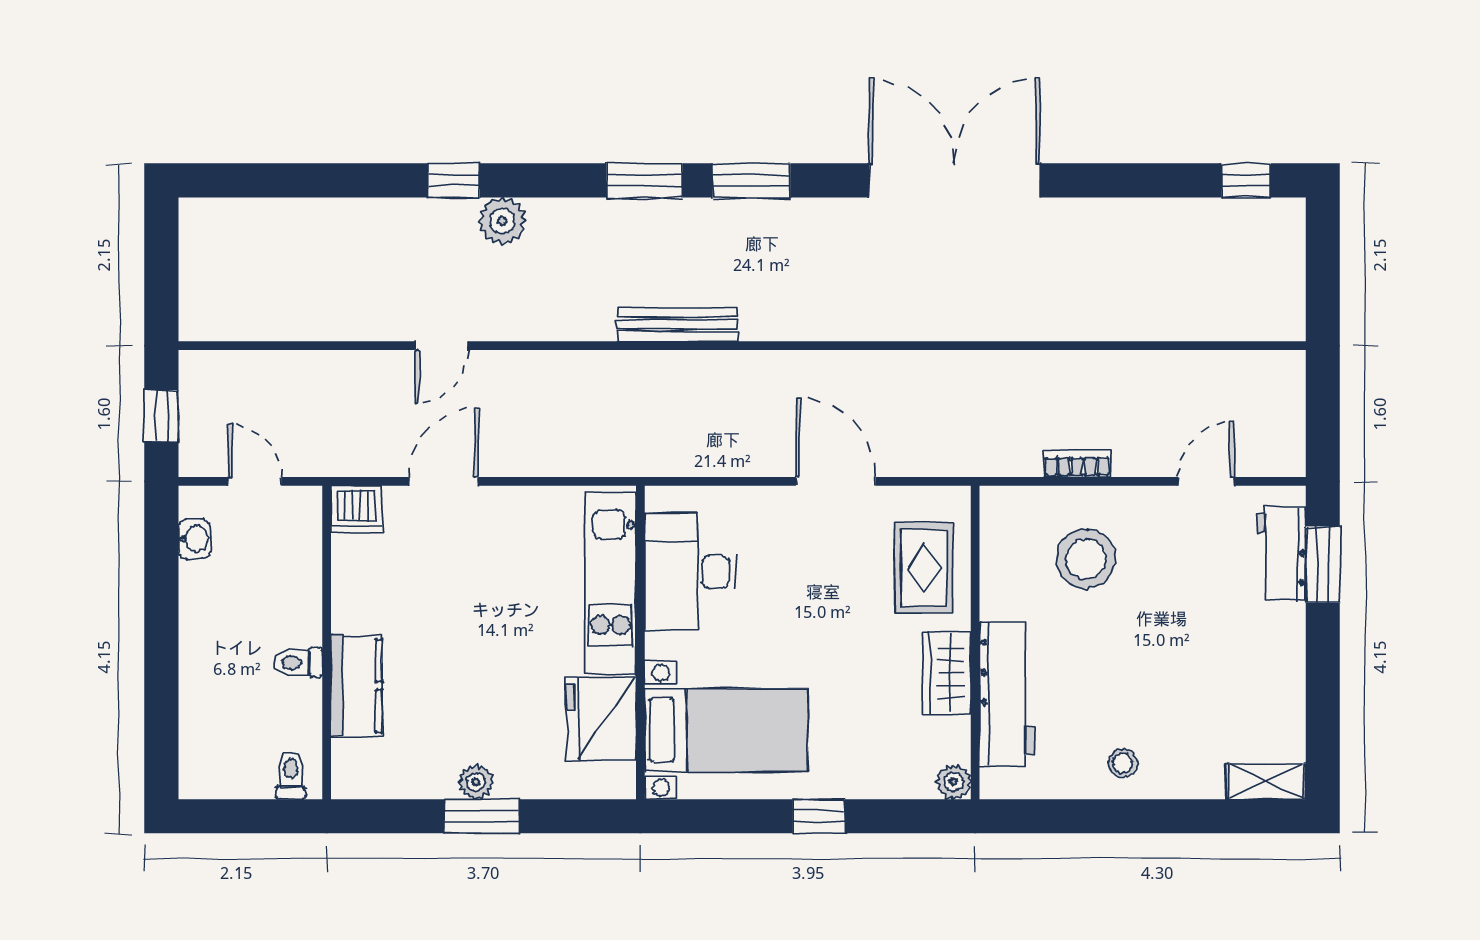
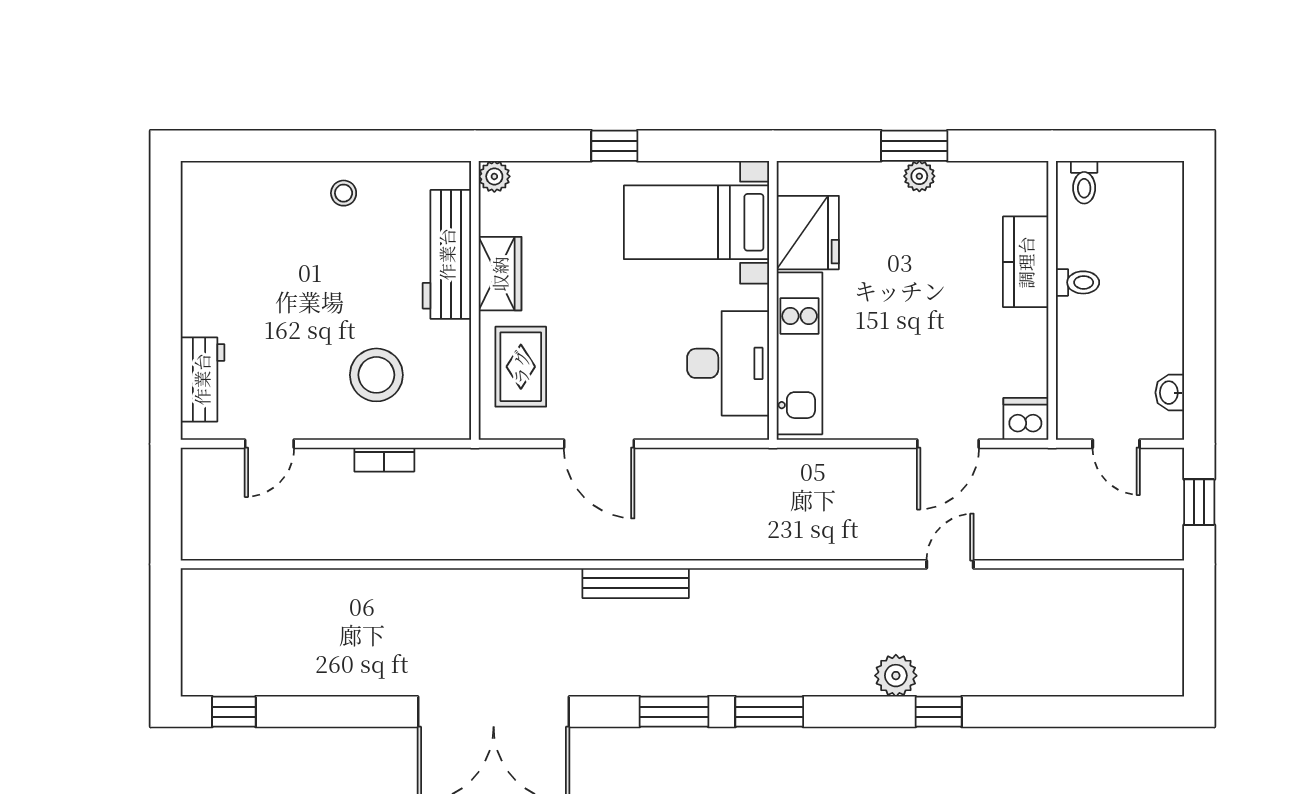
bench: (677, 325) -> (636, 583), moved
window: (1323, 565) -> (166, 370), removed
shelving: (1266, 781) -> (216, 177), removed

